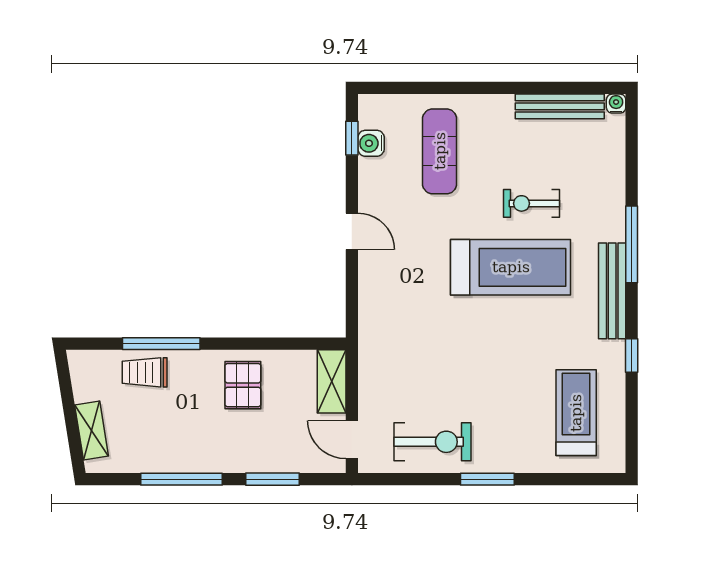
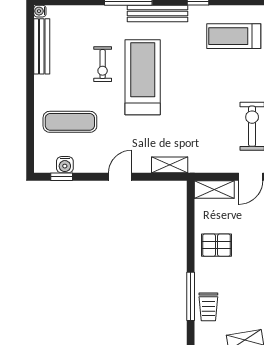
shelving: (371, 310) -> (170, 165), added

